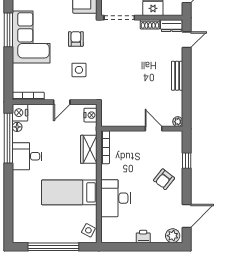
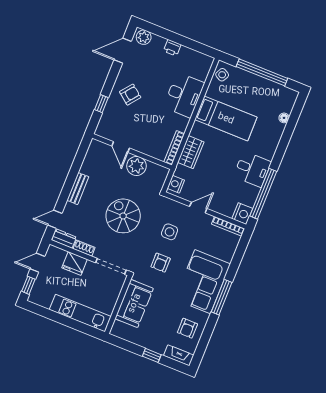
spiral stairs: (126, 67) -> (123, 216), added
plant: (178, 122) -> (136, 166), moved, width x1.88, depth x1.88
floor lamp: (17, 127) -> (284, 118), moved

